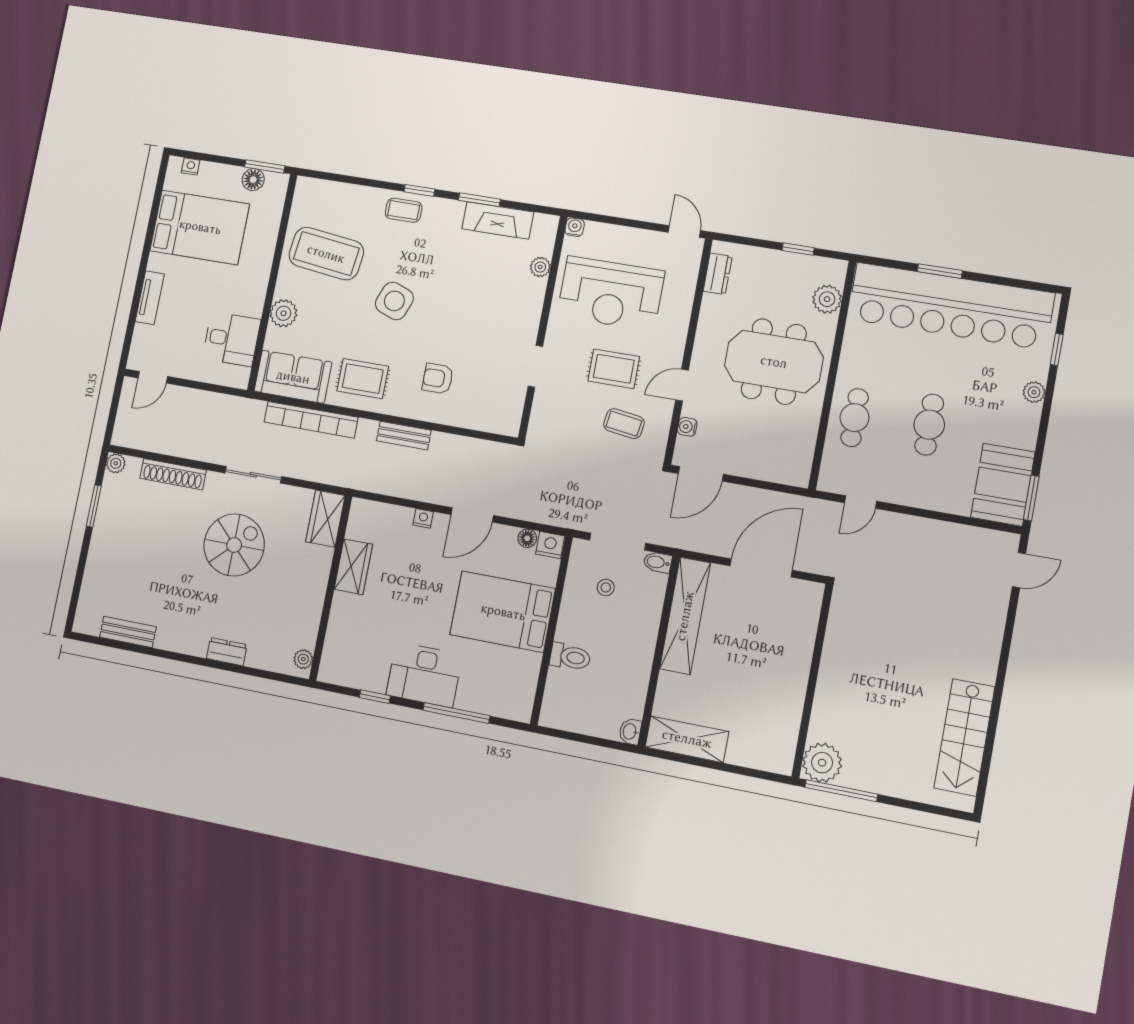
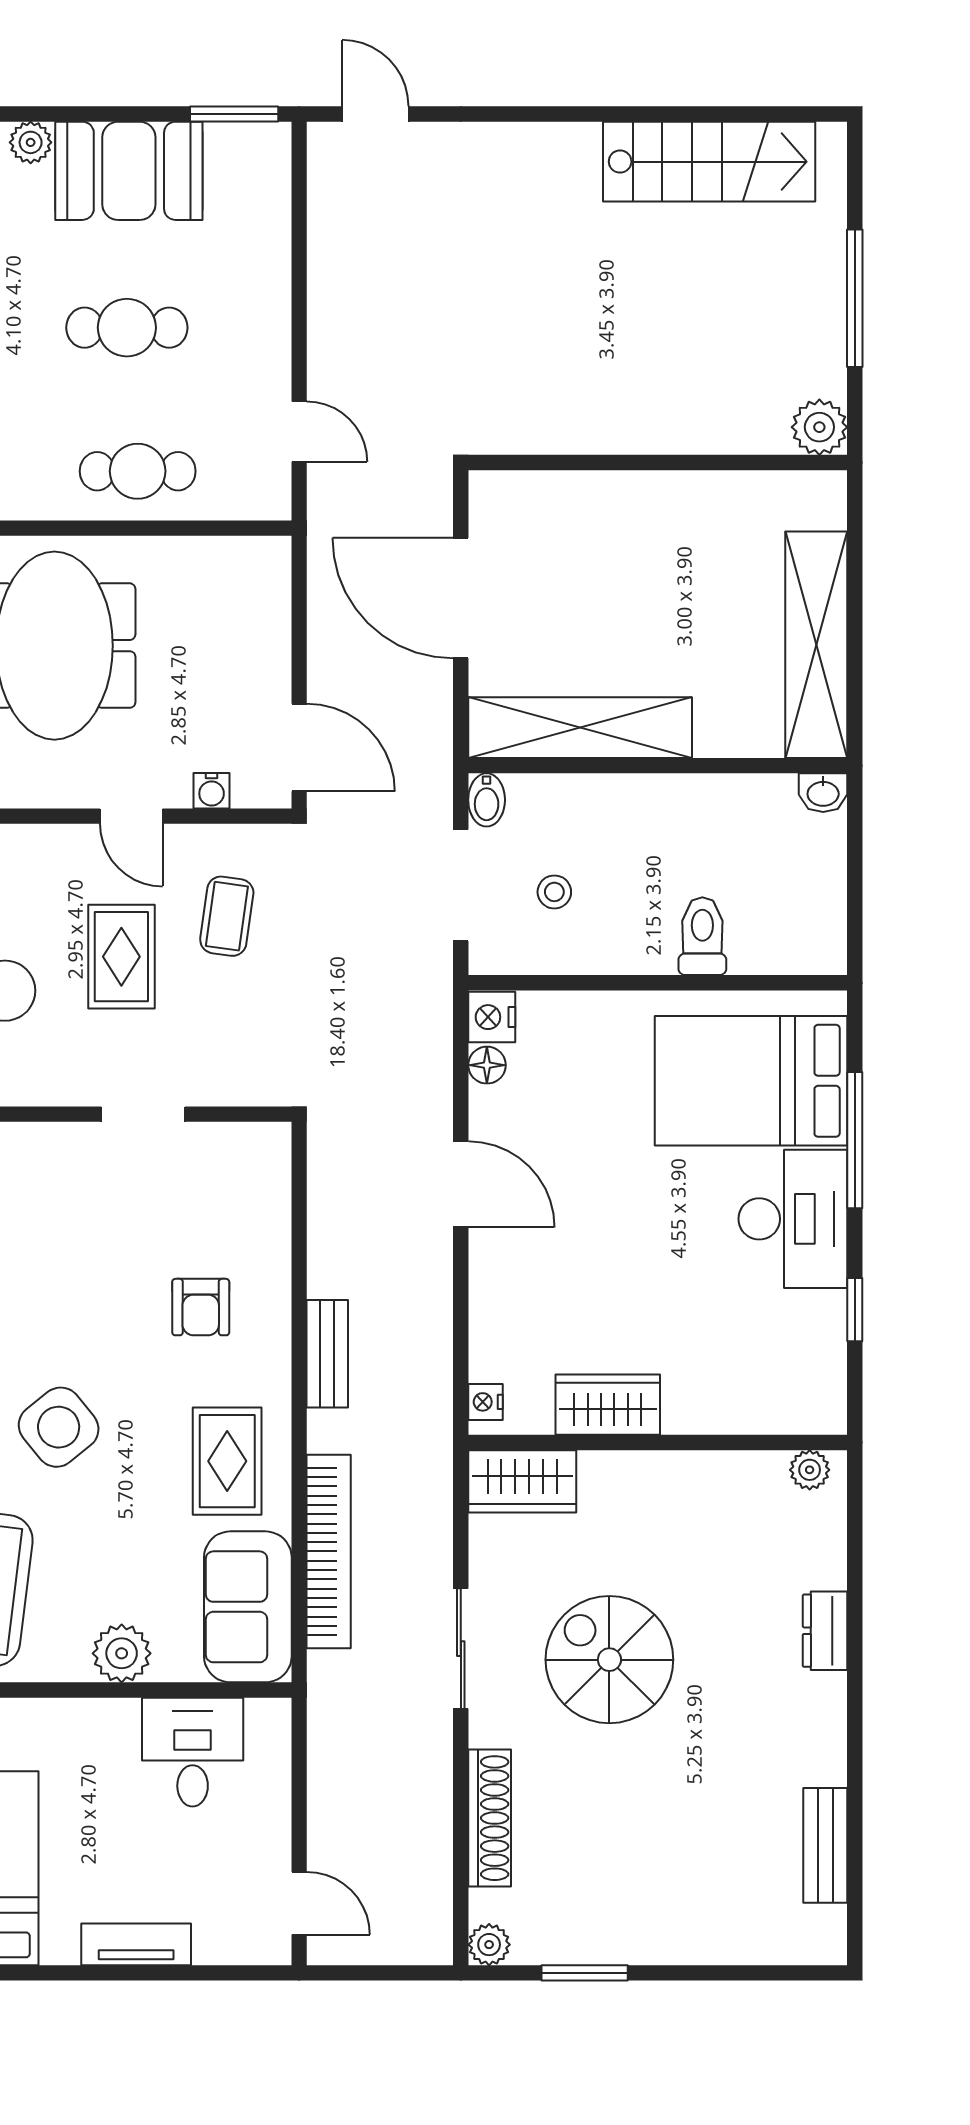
side table: (394, 301) -> (59, 1427), turned 30
booth: (1003, 485) -> (129, 171), moved
nightstand: (423, 518) -> (485, 1402), moved
bed: (503, 612) -> (751, 1081), moved, turned 90
shelving: (687, 739) -> (816, 645), width x1.47
plant: (822, 763) -> (819, 427), width x0.73, depth x0.73
window: (841, 791) -> (855, 298), moved

